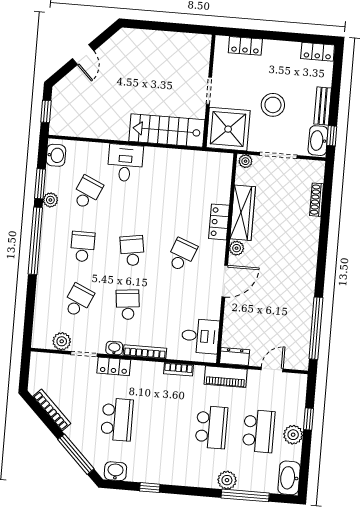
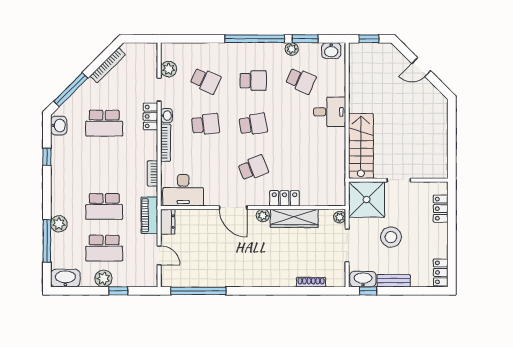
school desk: (182, 255) -> (253, 168), turned -42
desk: (200, 336) -> (183, 190), width x1.37

